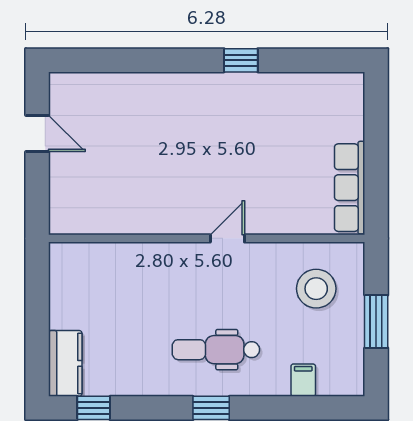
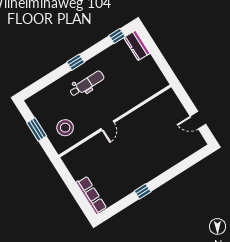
row of seats: (350, 188) -> (91, 195), moved
filing cabinet: (303, 380) -> (49, 93), removed

